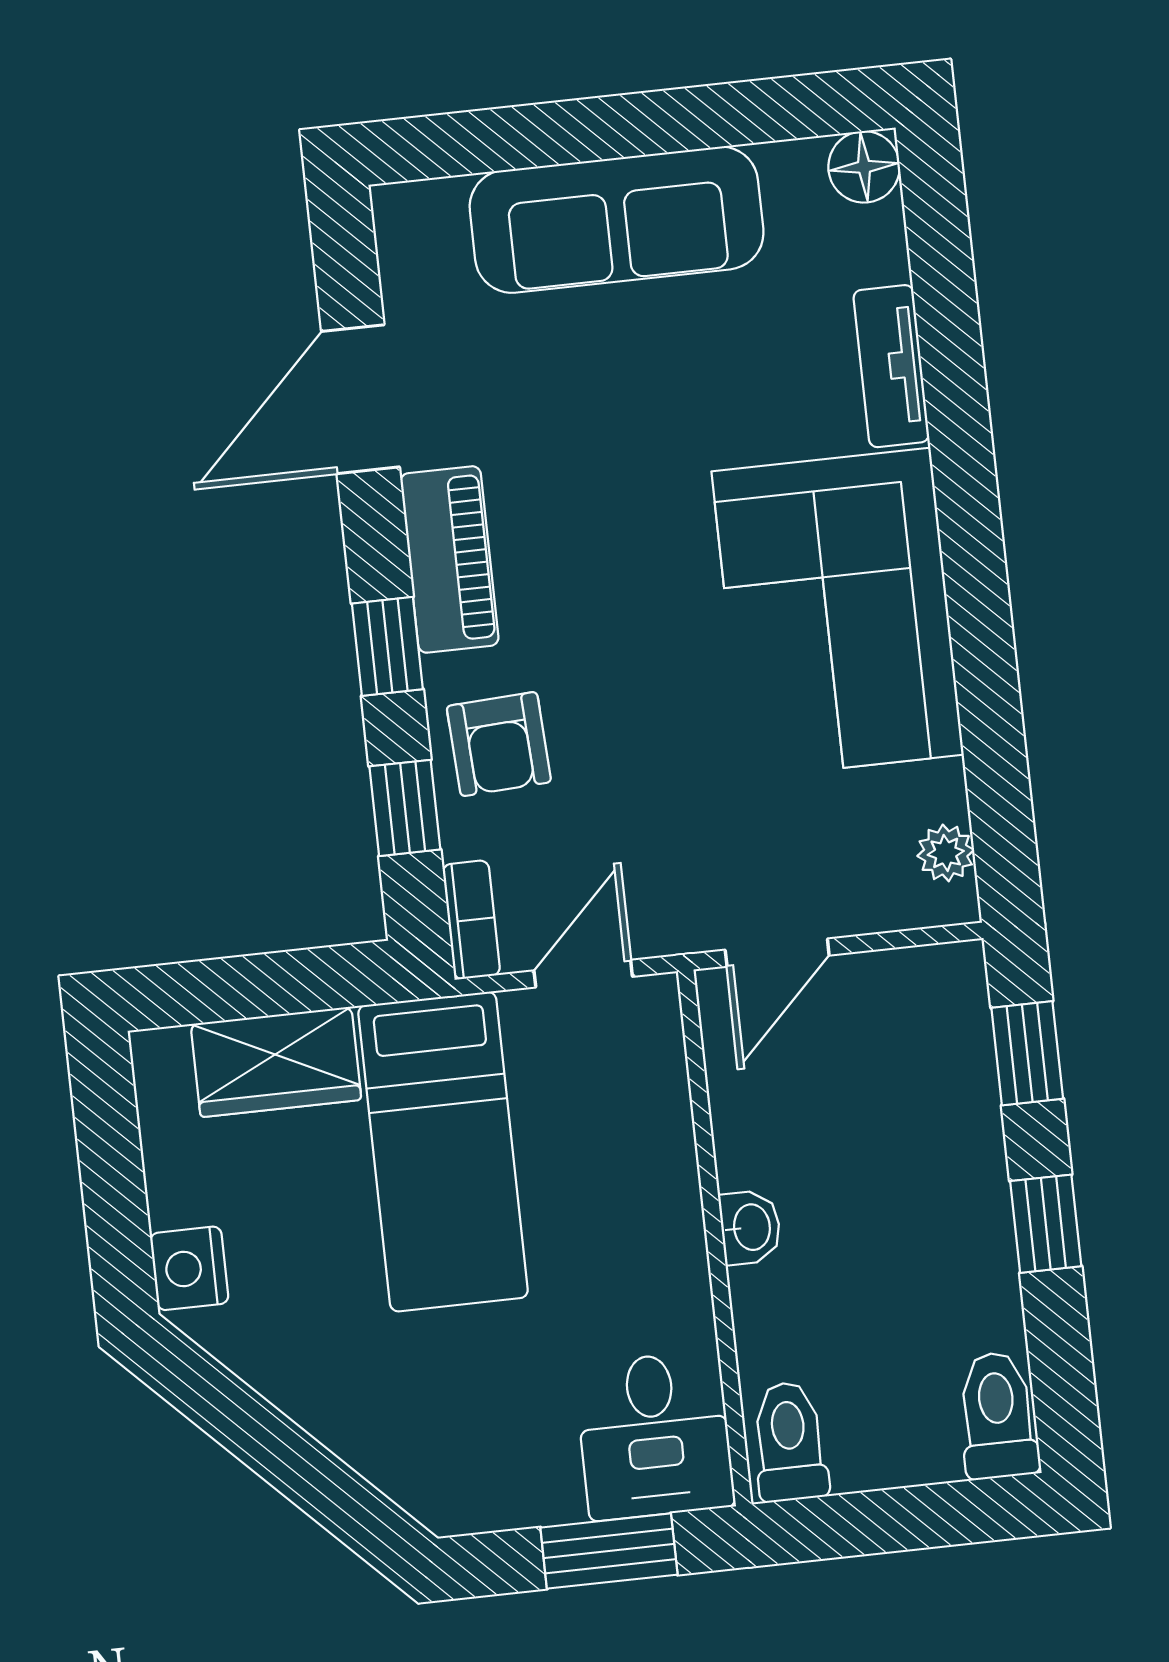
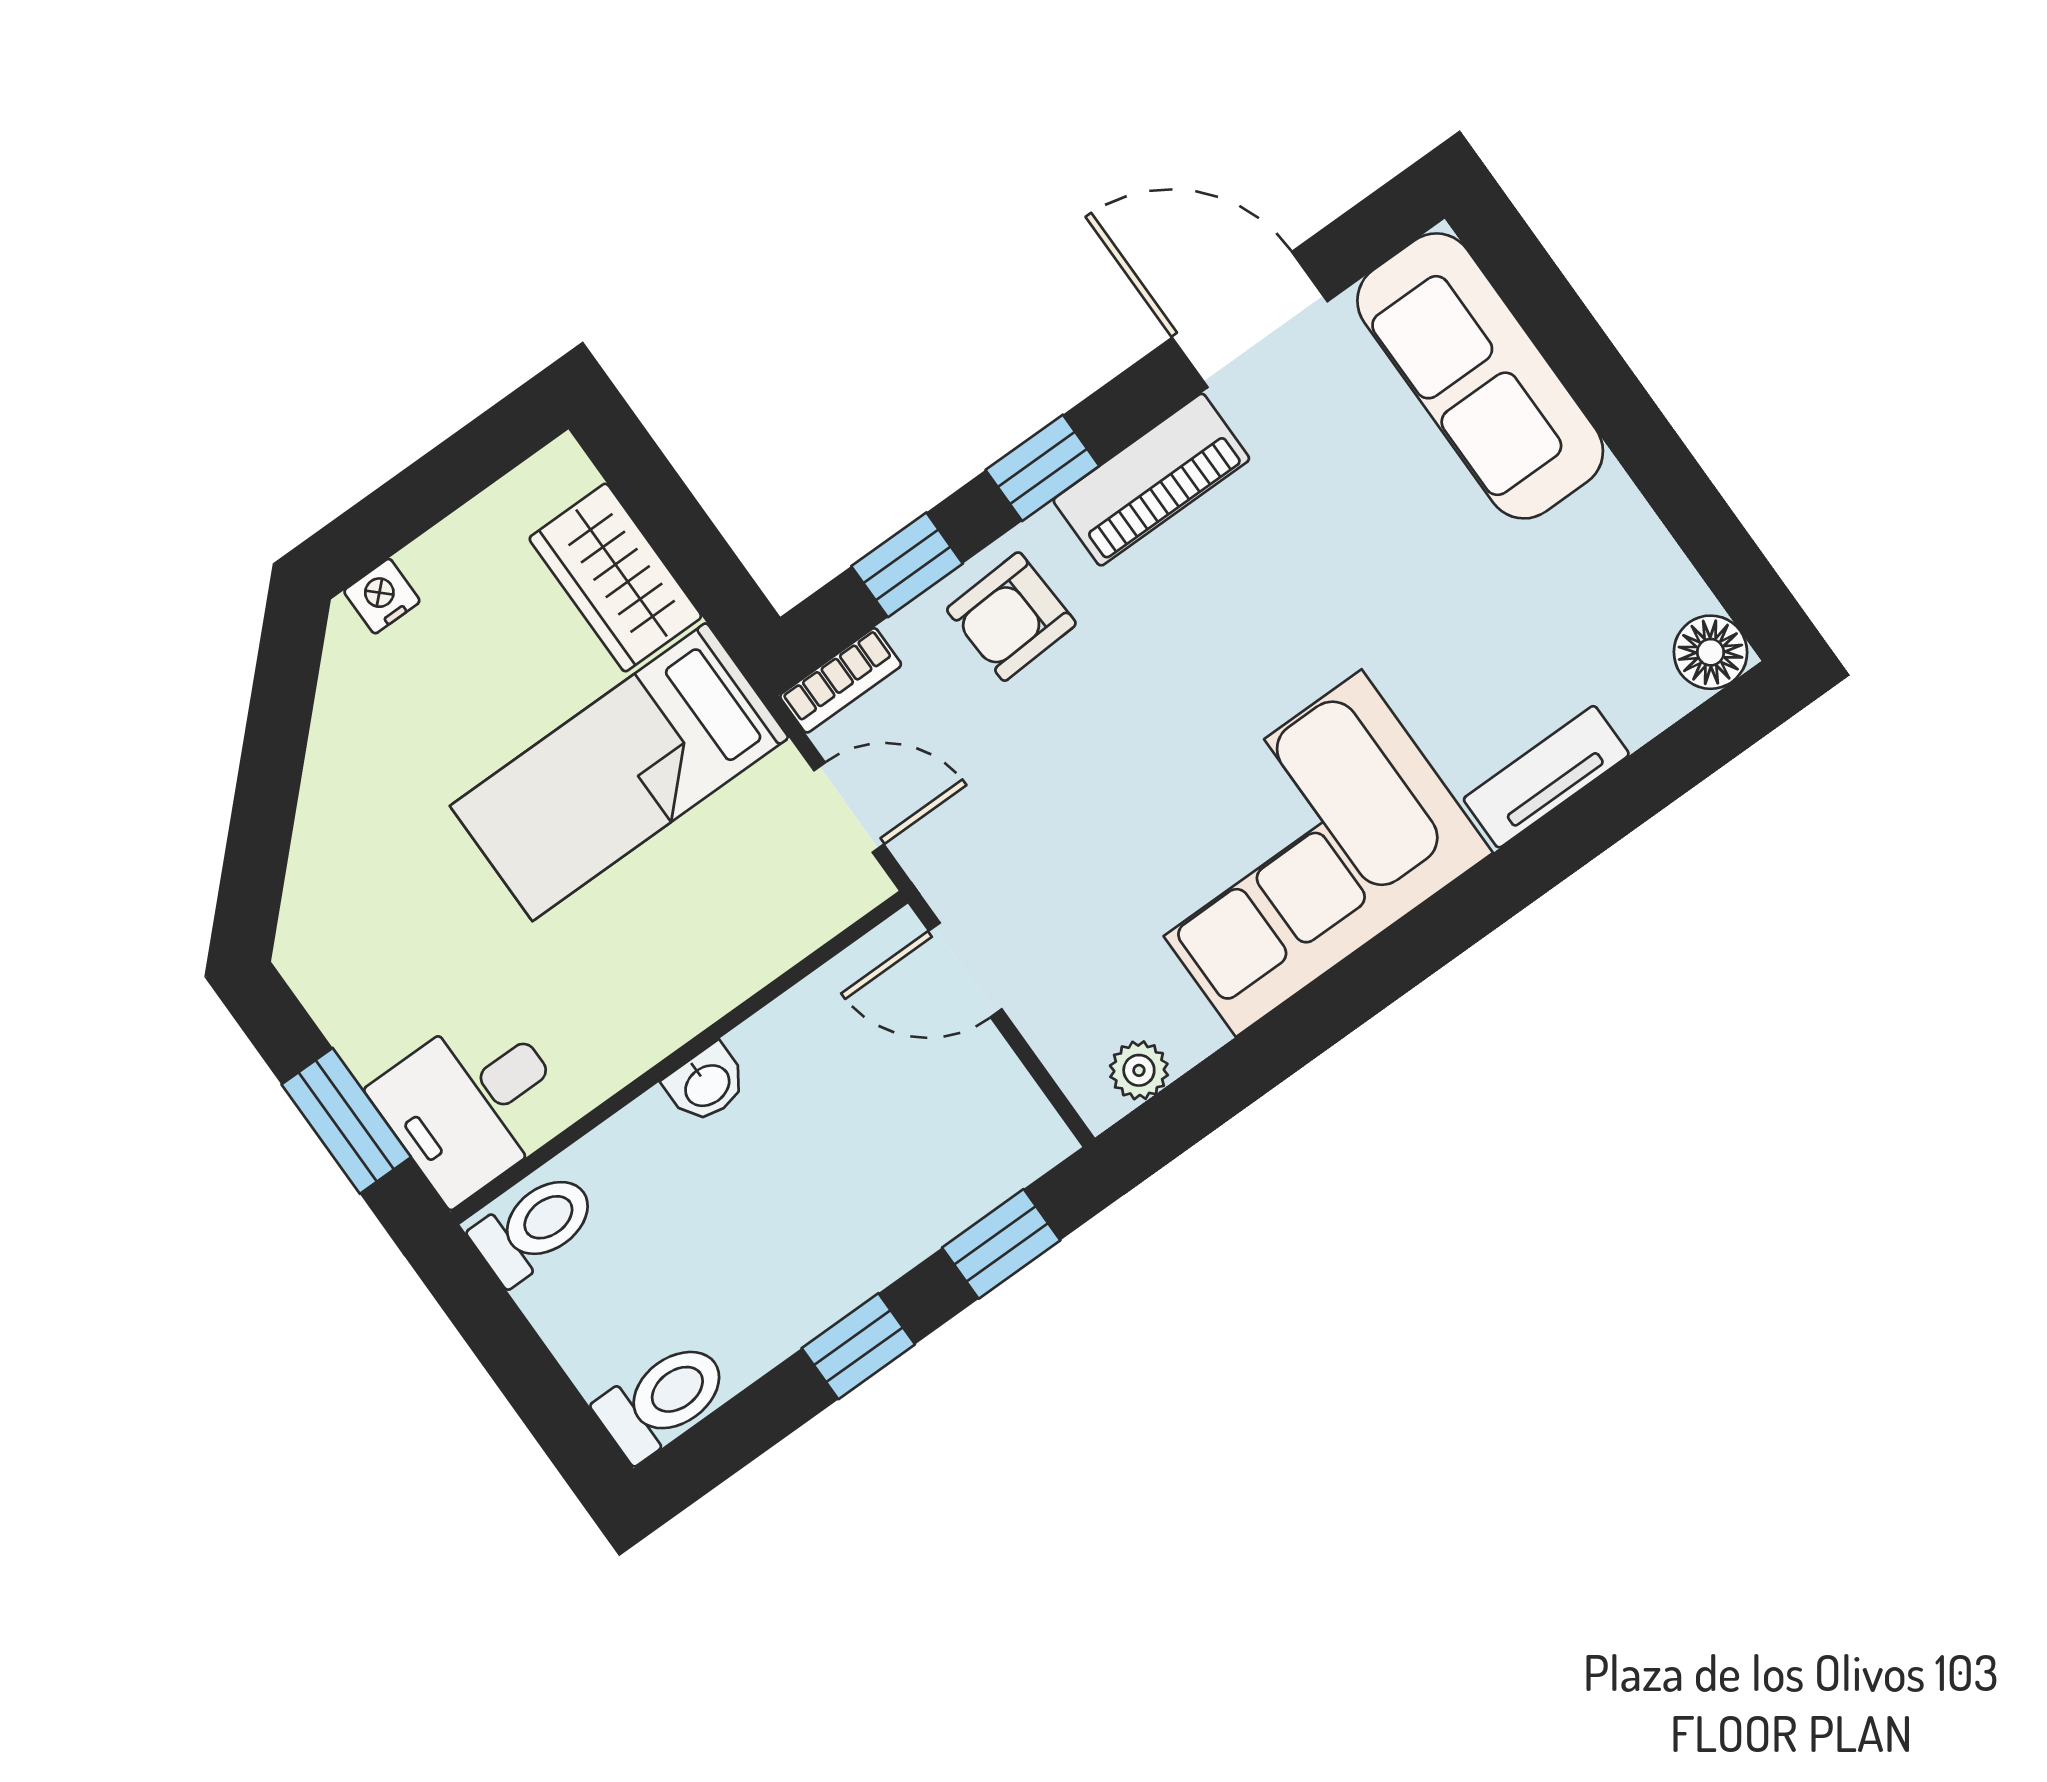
sofa: (617, 220) -> (1480, 376), moved
nightstand: (189, 1268) -> (382, 596), width x0.72, depth x0.74

